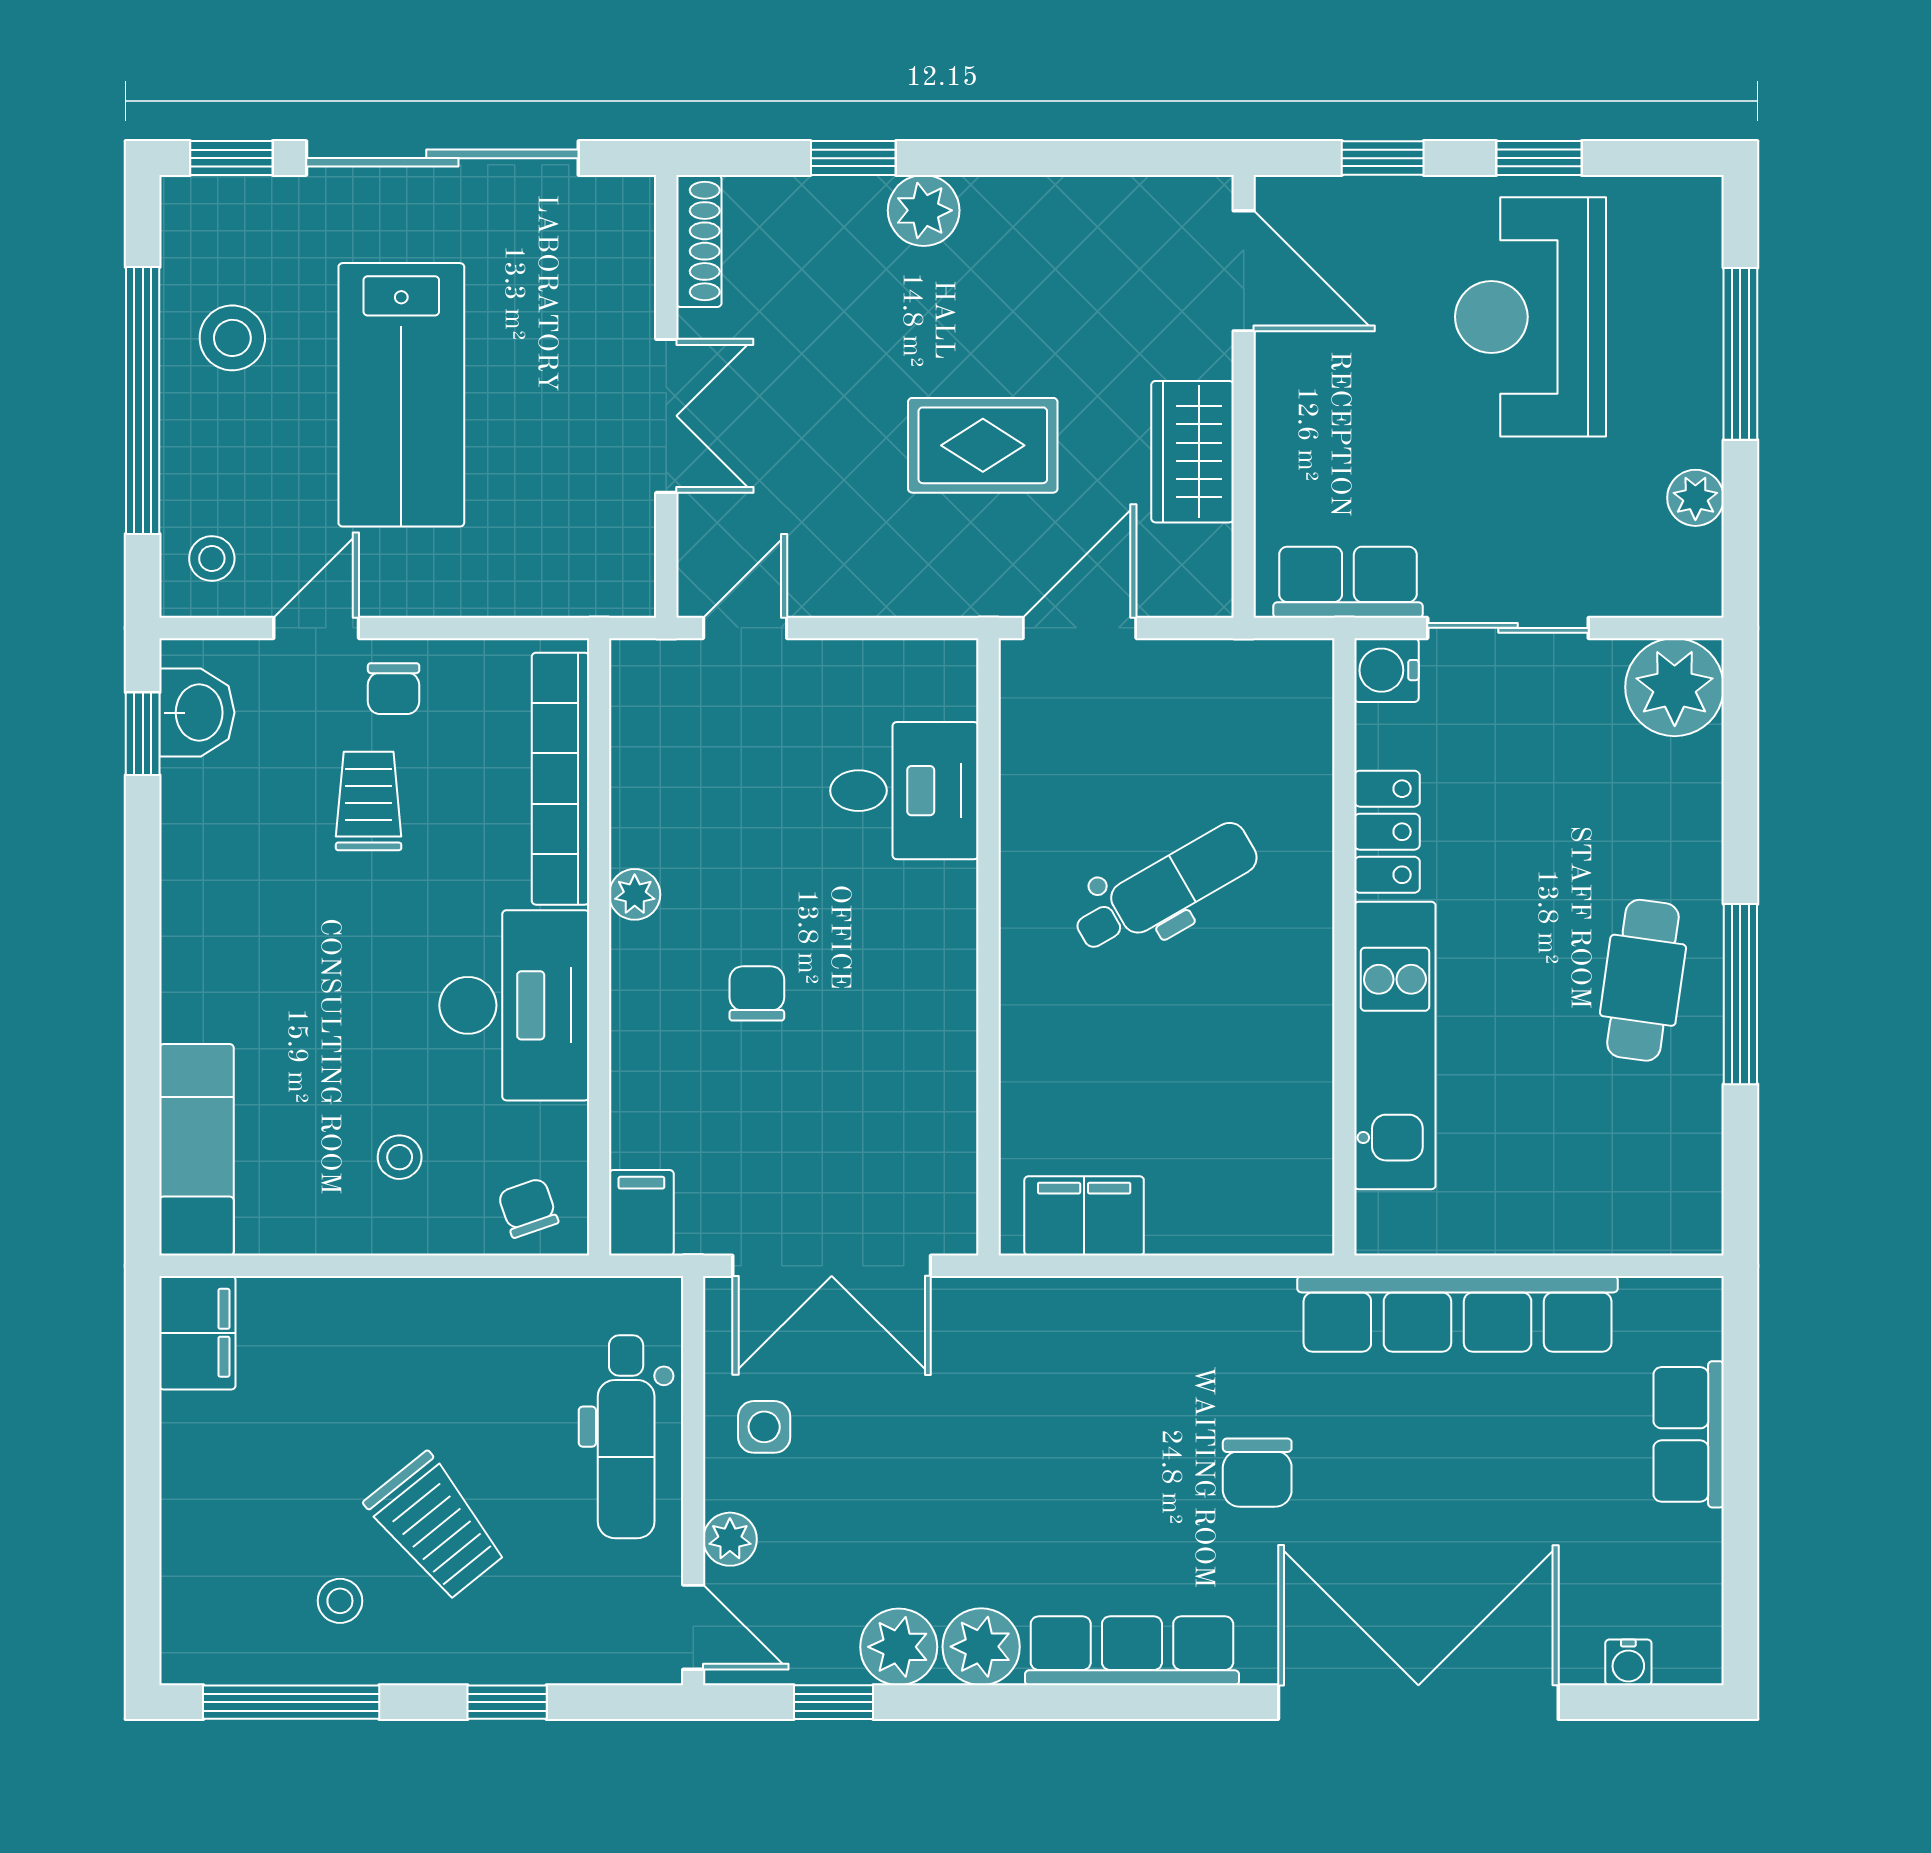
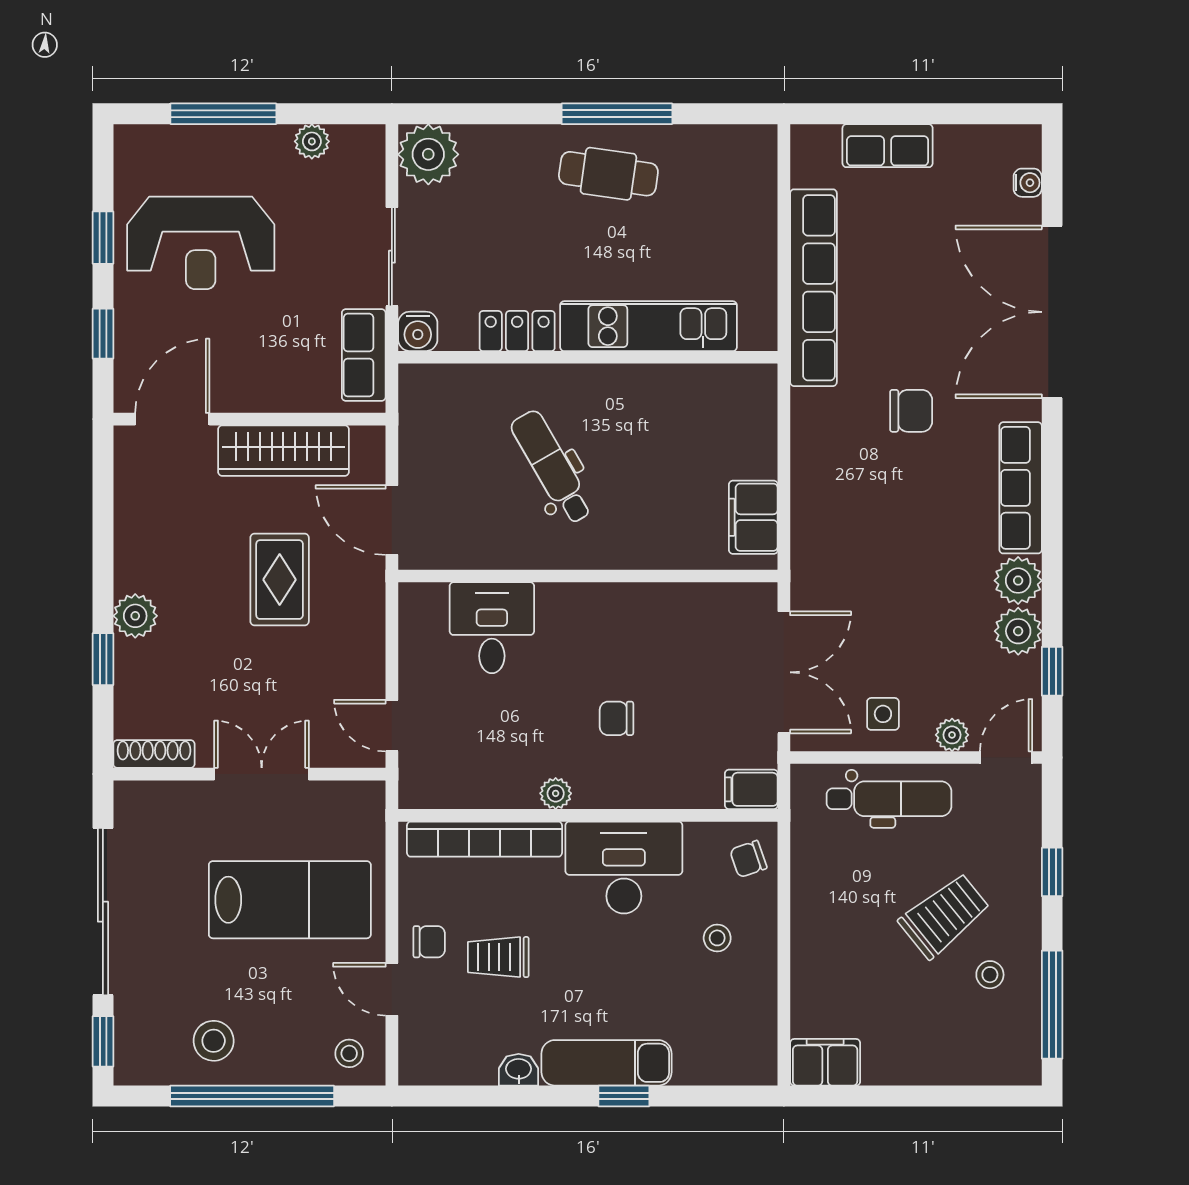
lab bench: (401, 395) -> (290, 900), moved
wardrobe: (1192, 452) -> (283, 451), width x1.50
washbasin: (197, 713) -> (519, 1070), moved, width x0.72, depth x0.69
window: (143, 734) -> (624, 1096), moved
exam couch: (197, 1150) -> (607, 1063), moved

